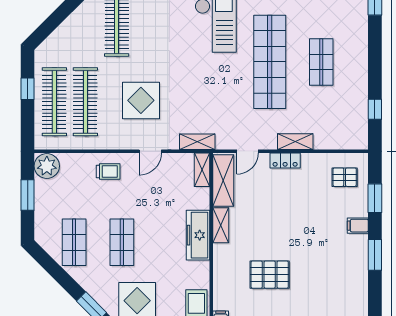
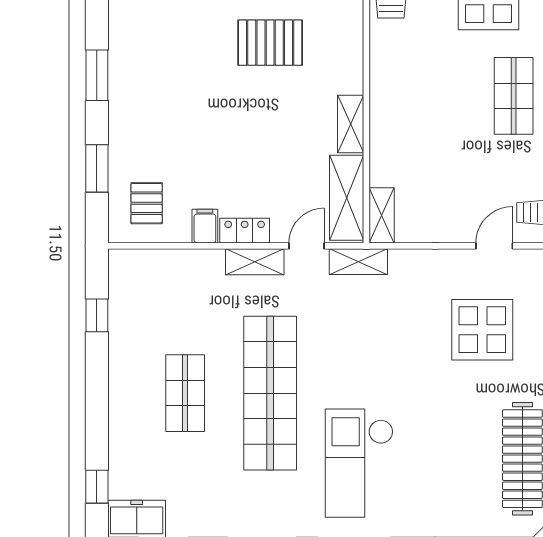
shelving: (197, 142) -> (358, 262), moved
shelving: (295, 142) -> (255, 262), moved
door: (150, 151) -> (494, 246), moved
pallet: (345, 177) -> (147, 203), turned 90
filing cabinet: (358, 226) -> (205, 226), moved, turned -90
freezer: (198, 235) -> (388, 108), removed

